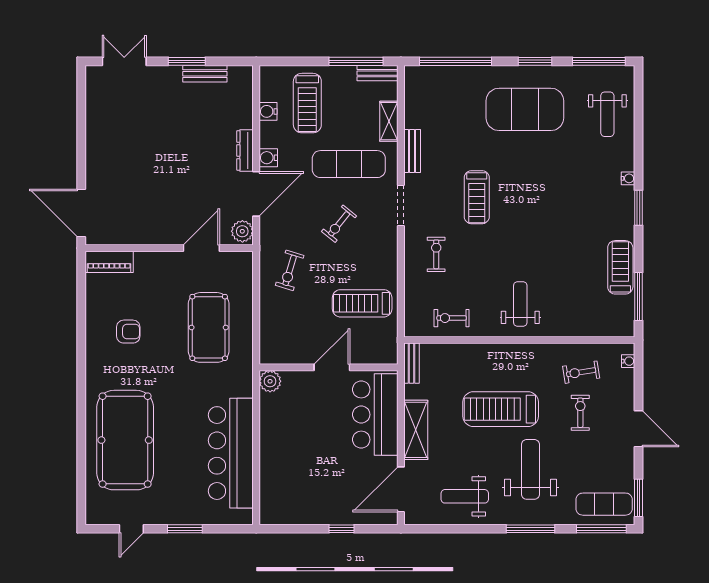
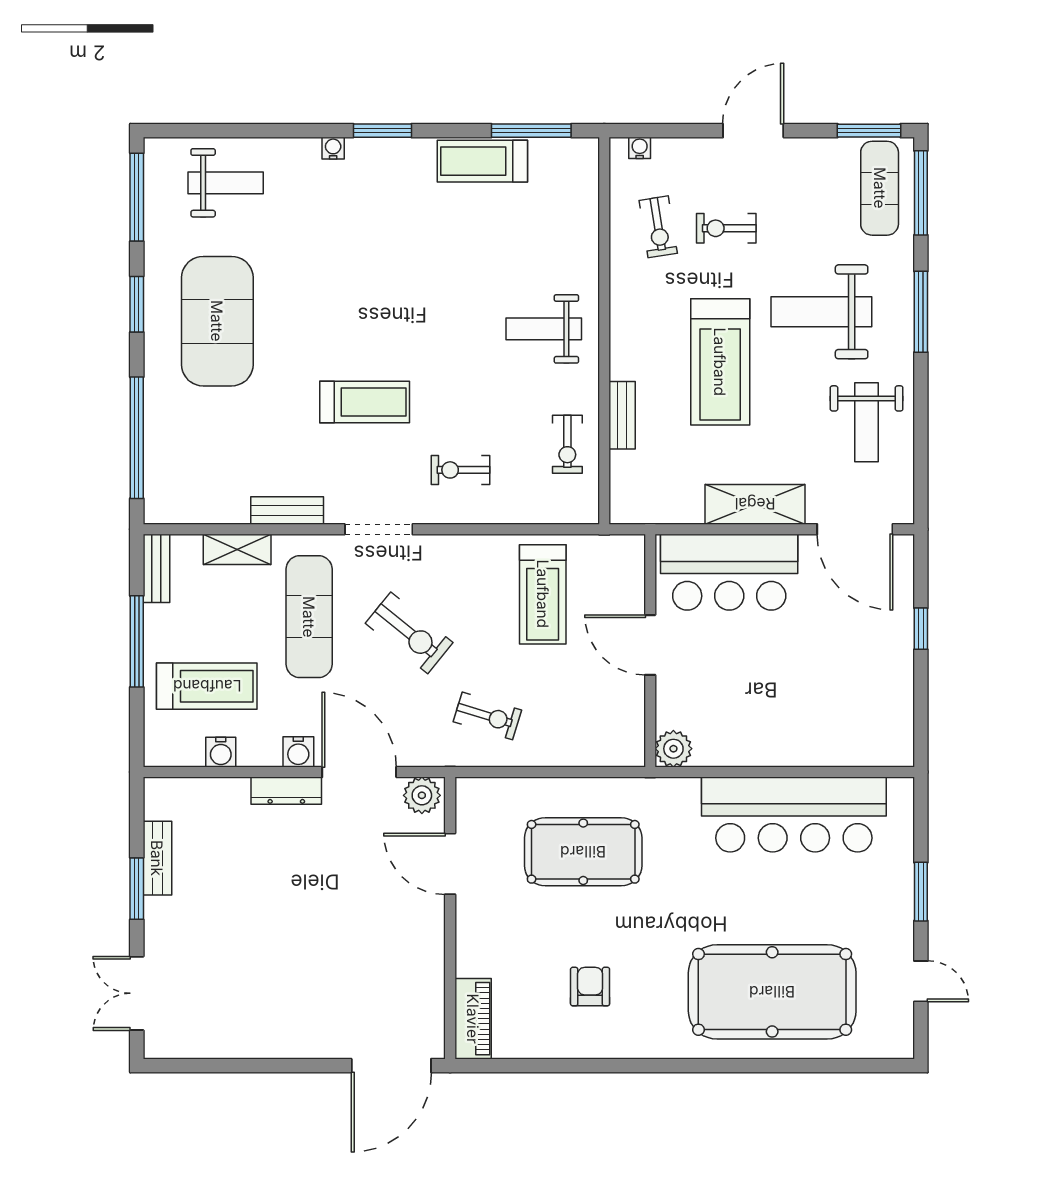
window: (356, 61) -> (137, 641), moved
exercise bike: (339, 224) -> (409, 633), width x1.38, depth x1.39
bench: (412, 363) -> (622, 415), moved, turned 90

